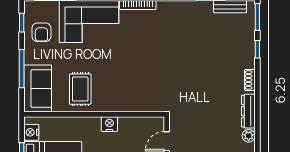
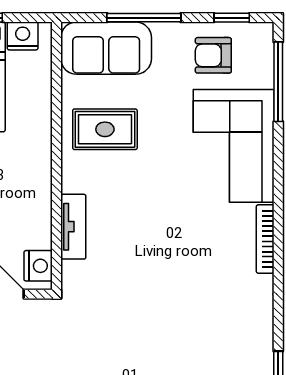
tv unit: (131, 106) -> (73, 227), added
nightstand: (109, 124) -> (38, 266), moved

